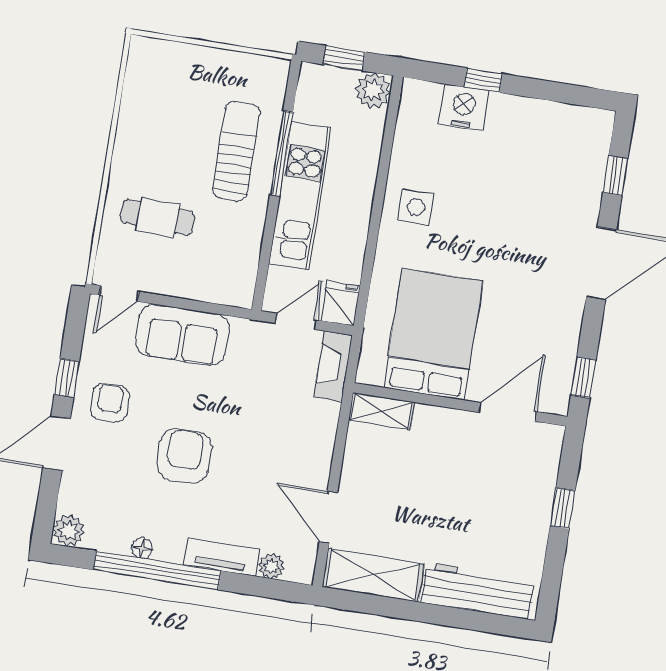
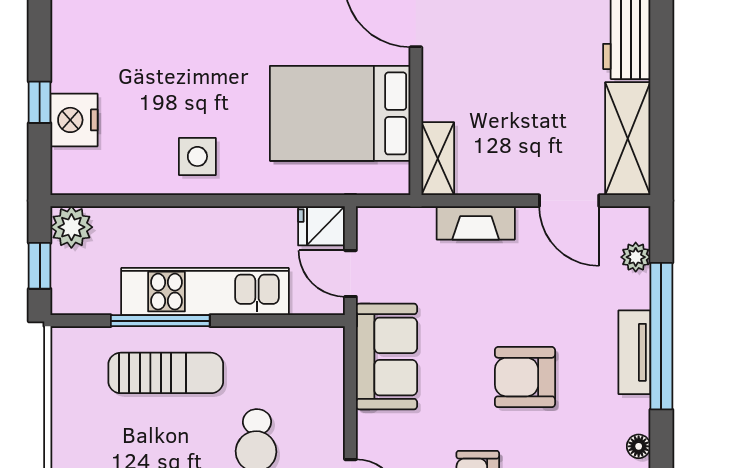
sun lounger: (236, 151) -> (166, 373), turned 180
sofa: (183, 335) -> (386, 357), moved
fireplace: (333, 366) -> (476, 223), moved
door: (328, 517) -> (569, 201), hinge flipped
floor lamp: (142, 548) -> (639, 446), moved
tv unit: (221, 557) -> (634, 352), moved
window: (157, 570) -> (661, 336), moved

